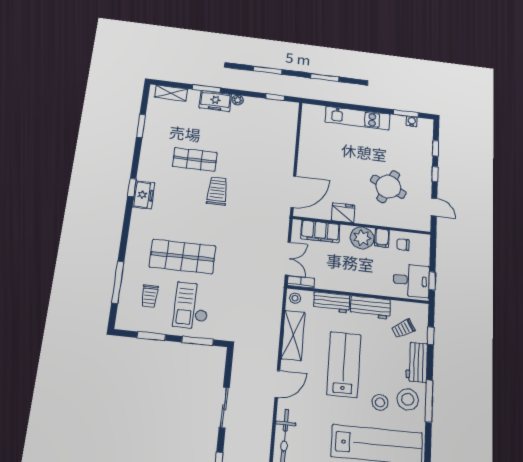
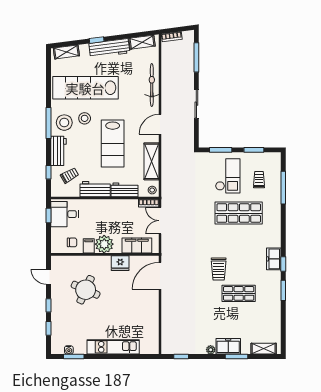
window: (141, 126) -> (283, 290), moved

